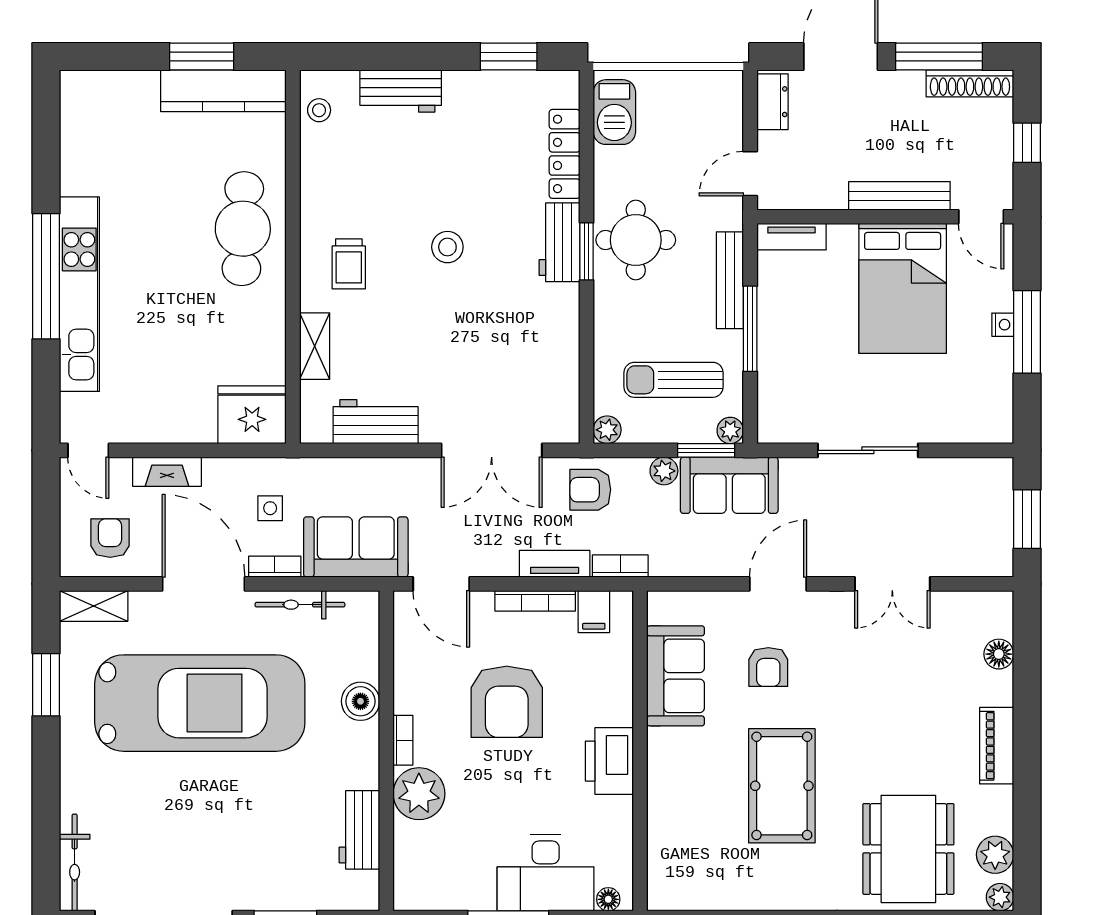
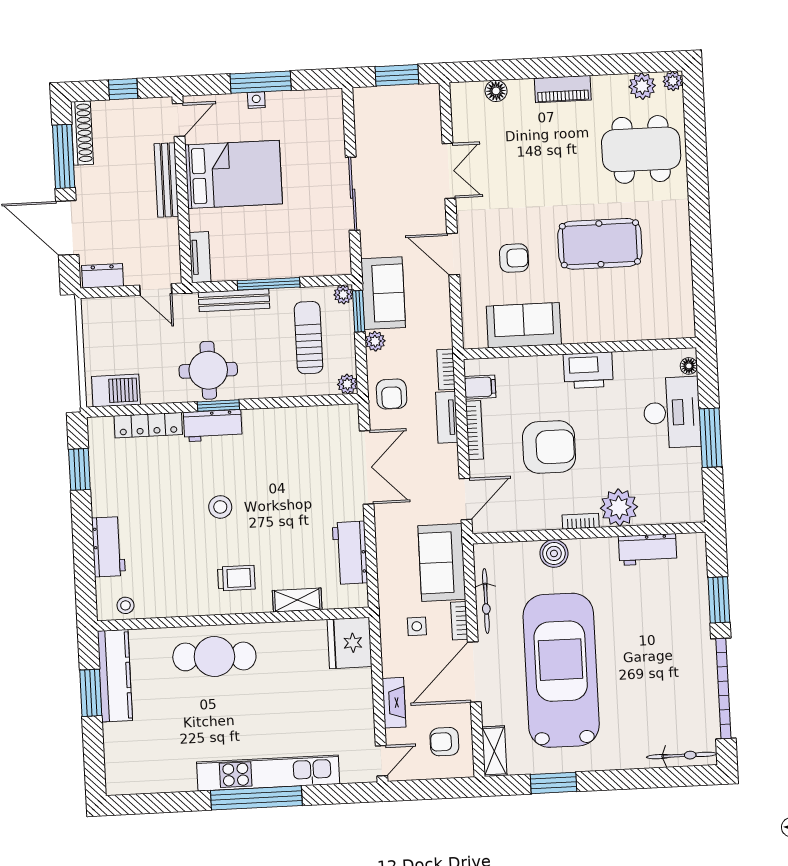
sun lounger: (674, 380) -> (309, 338), turned 180

